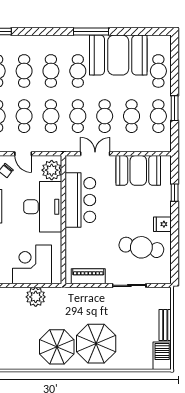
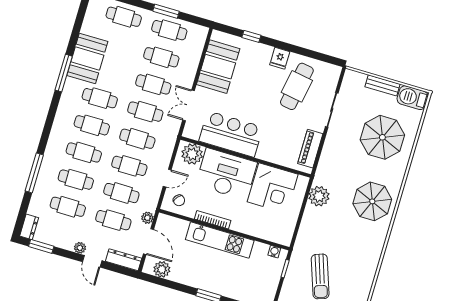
booth: (118, 55) -> (87, 58), width x0.73, depth x0.70
corner desk: (32, 264) -> (273, 188), moved, turned -90
plant: (36, 297) -> (319, 196), moved
parasol: (96, 344) -> (382, 137), moved

